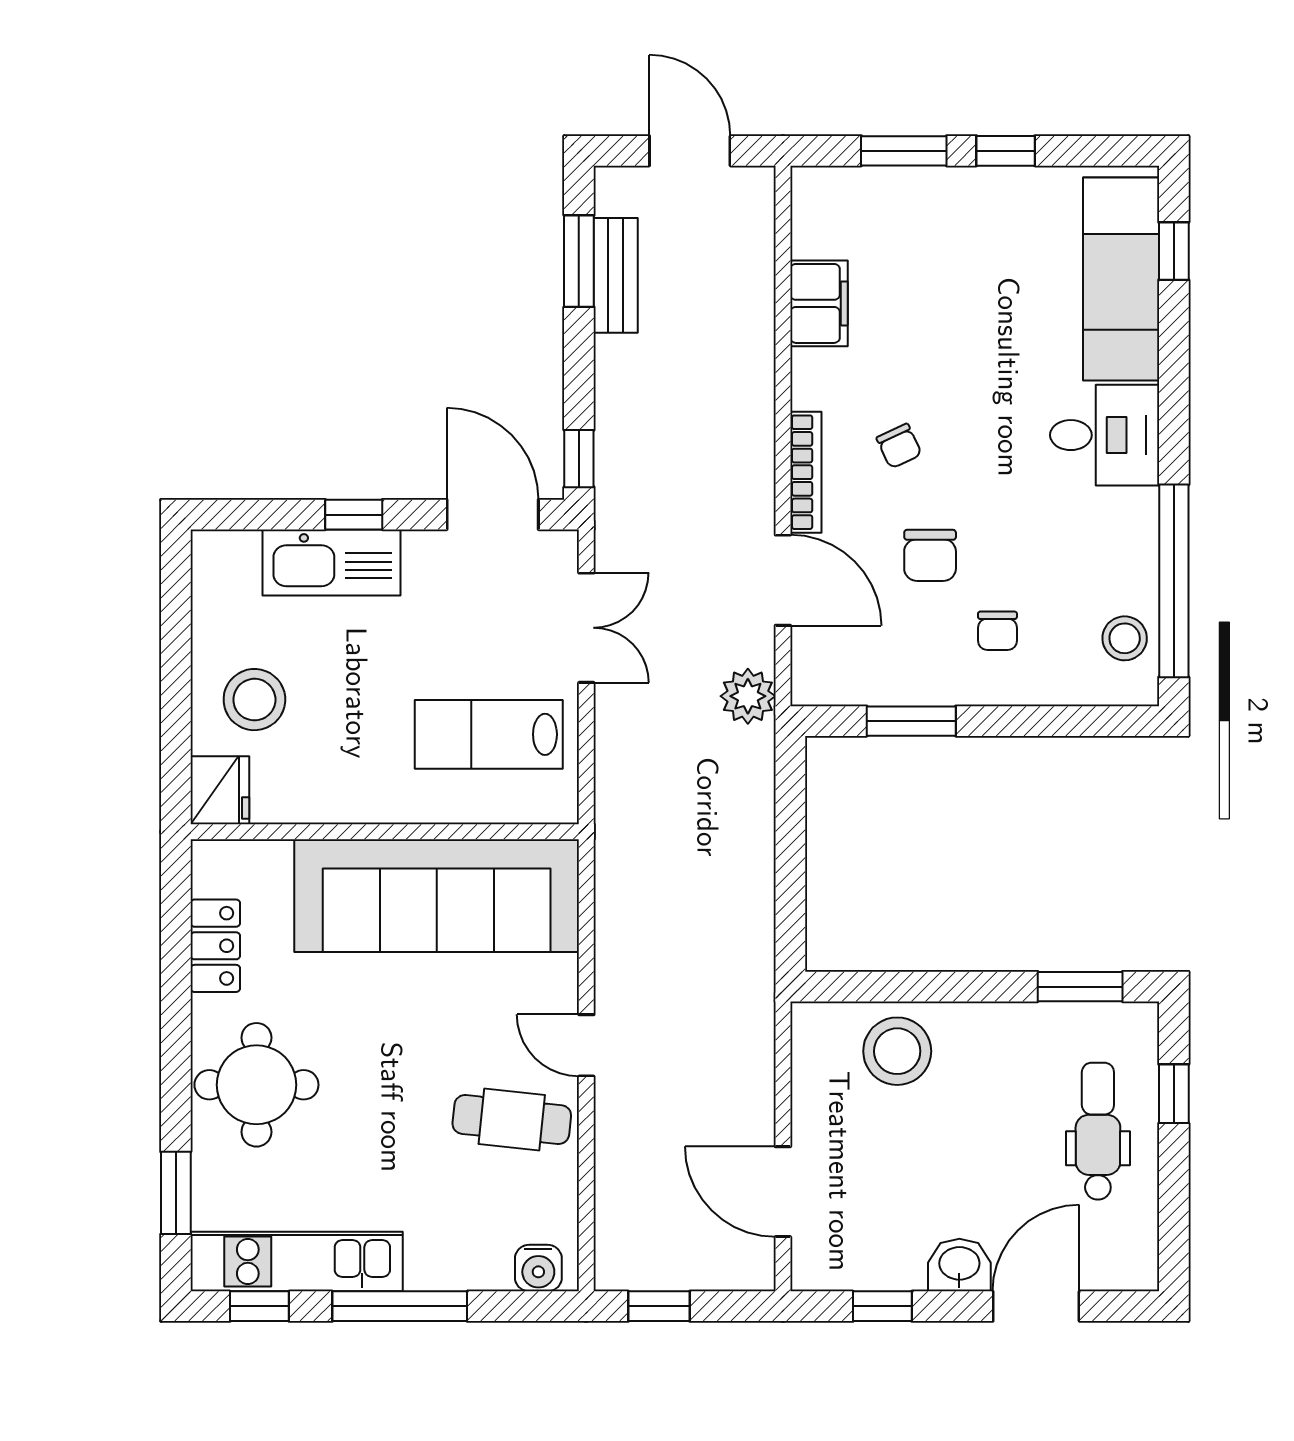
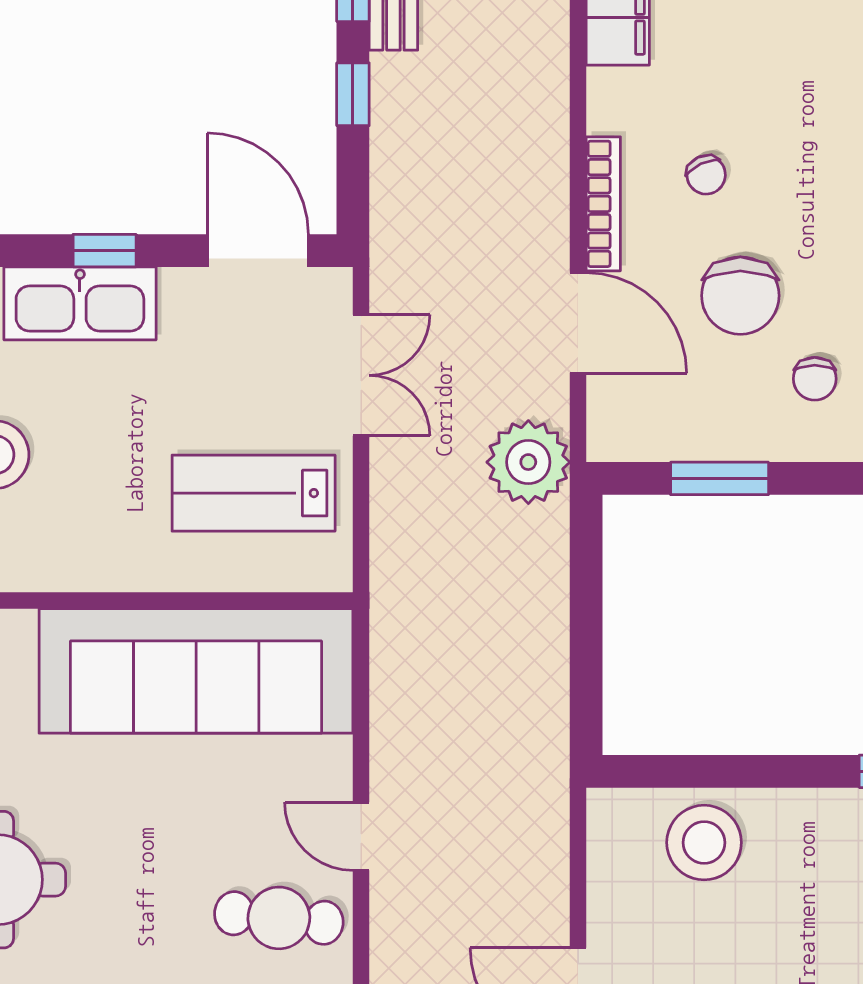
window: (579, 459) -> (353, 94), moved
chair: (930, 555) -> (740, 296), width x1.37, depth x1.37
plant: (748, 696) -> (528, 462), width x1.36, depth x1.36

